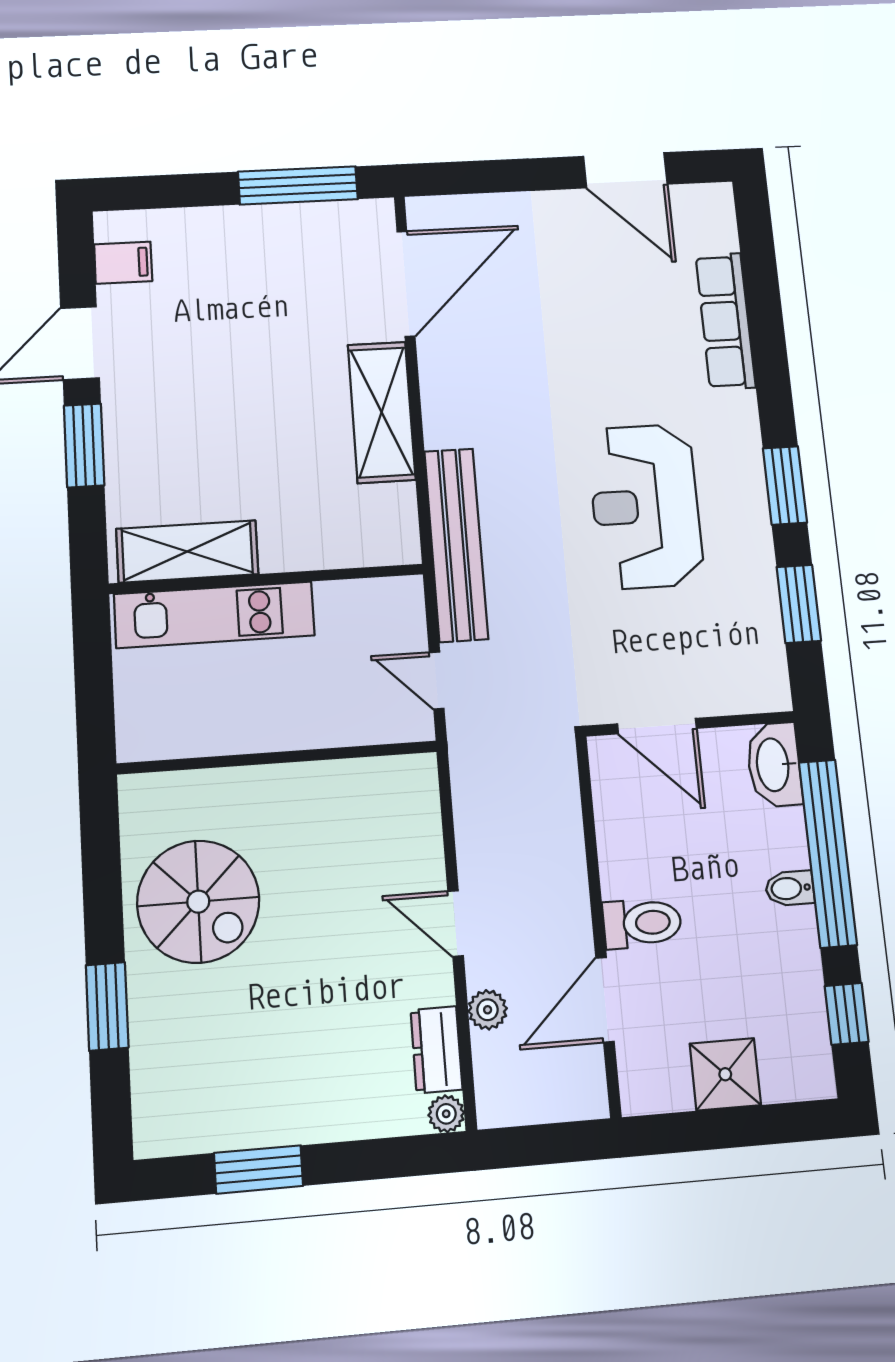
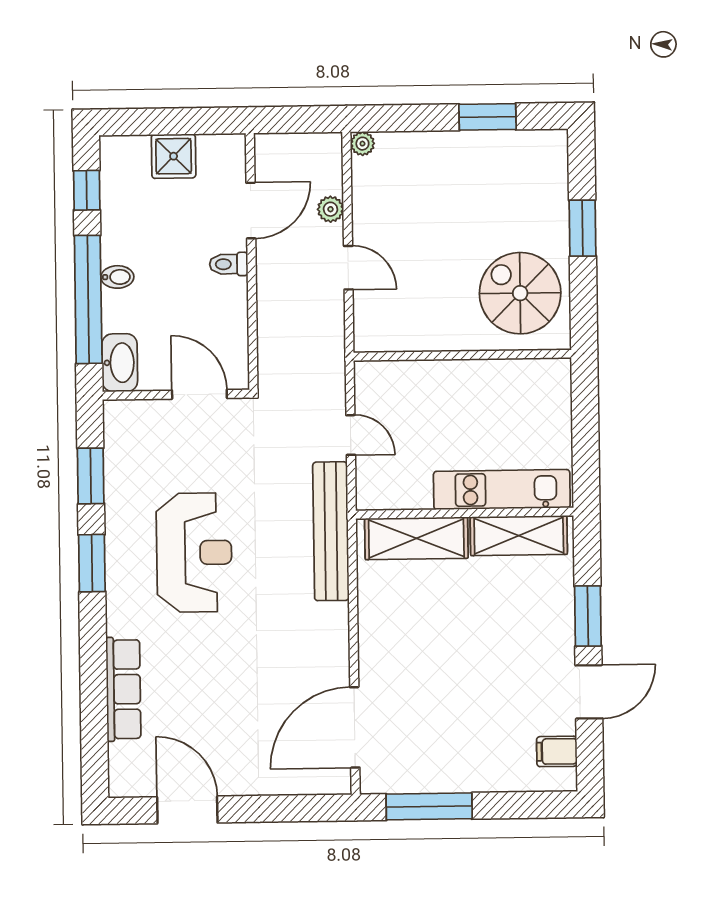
shelving: (382, 412) -> (416, 538), moved, turned 90
wall: (277, 758) -> (462, 355), moved
toilet: (642, 923) -> (229, 264), width x0.73, depth x0.72
dresser: (436, 1050) -> (366, 185), removed

